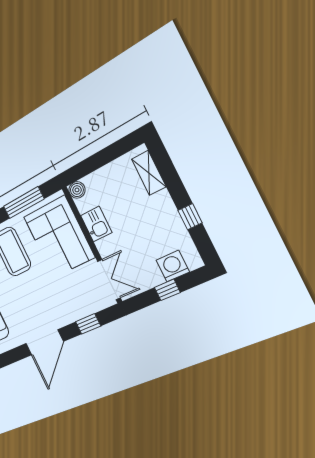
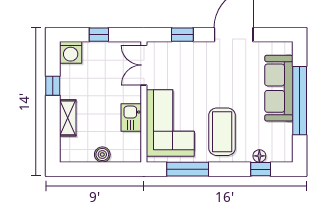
shelving: (149, 173) -> (68, 118), moved
boiler: (77, 190) -> (102, 155), moved
washing machine: (173, 266) -> (71, 52), moved

